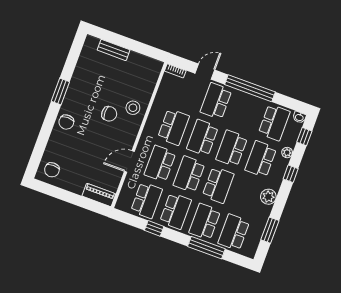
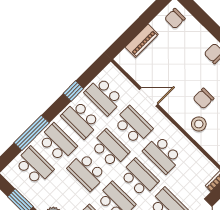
door: (129, 161) -> (149, 97), hinge flipped
chair: (52, 170) -> (175, 19), turned -90
piano: (99, 195) -> (142, 41), moved

